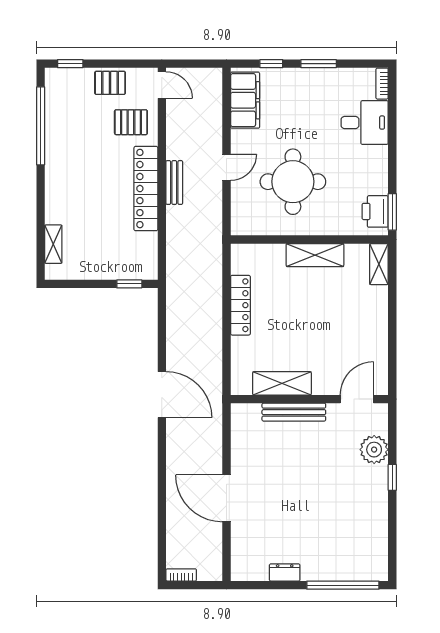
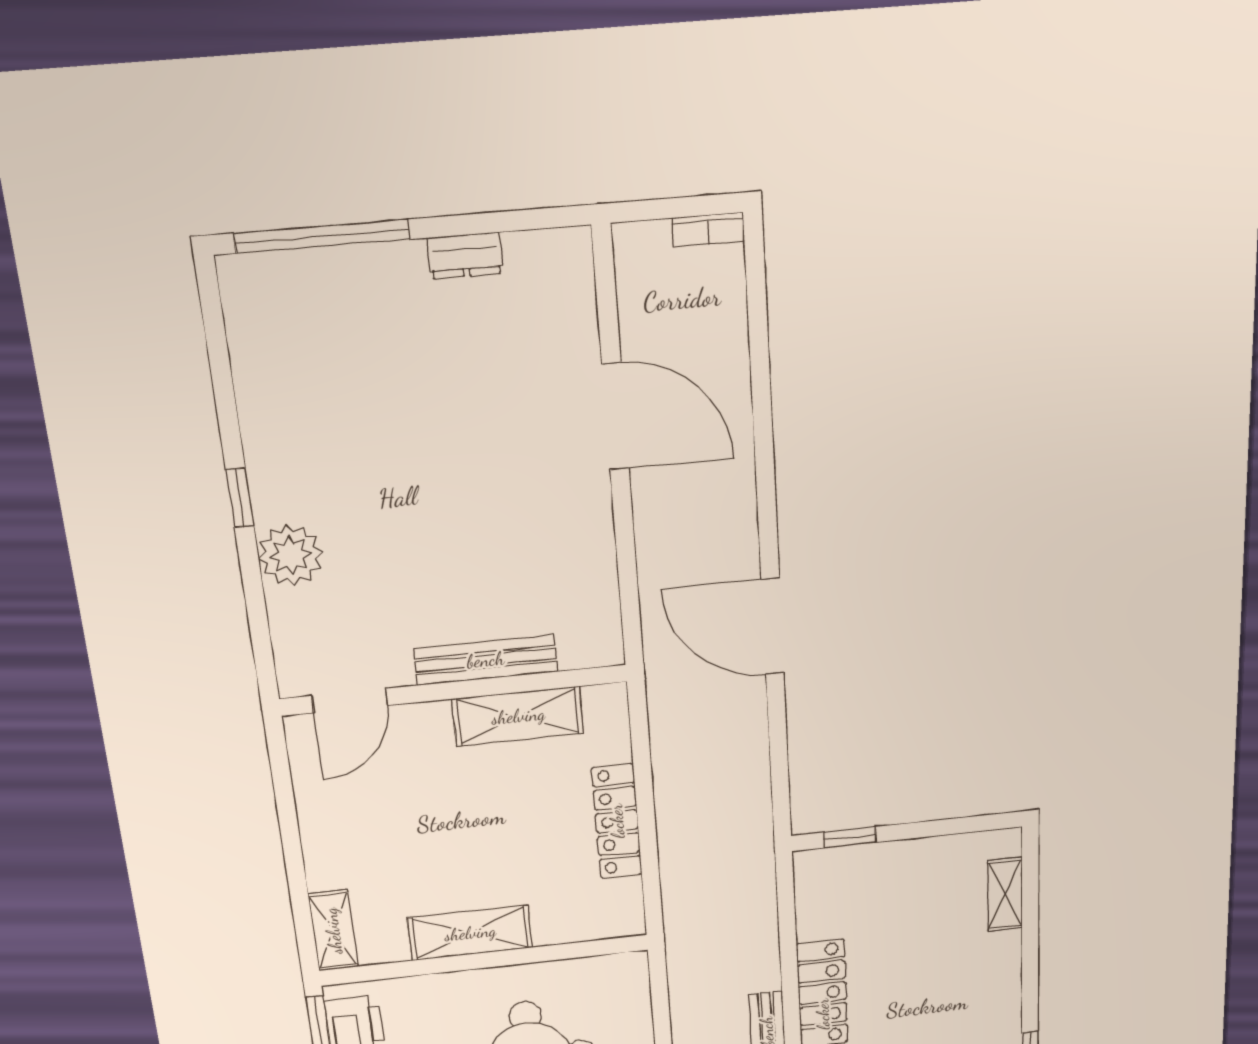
shelving: (282, 383) -> (518, 716), moved
wall: (309, 399) -> (454, 690), moved
door: (357, 399) -> (350, 701), moved
bench: (294, 412) -> (486, 660), moved

